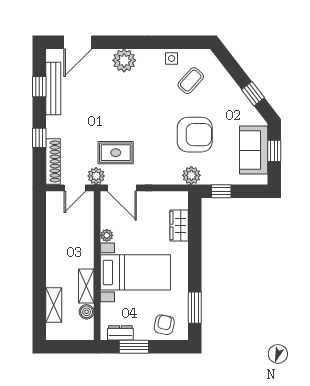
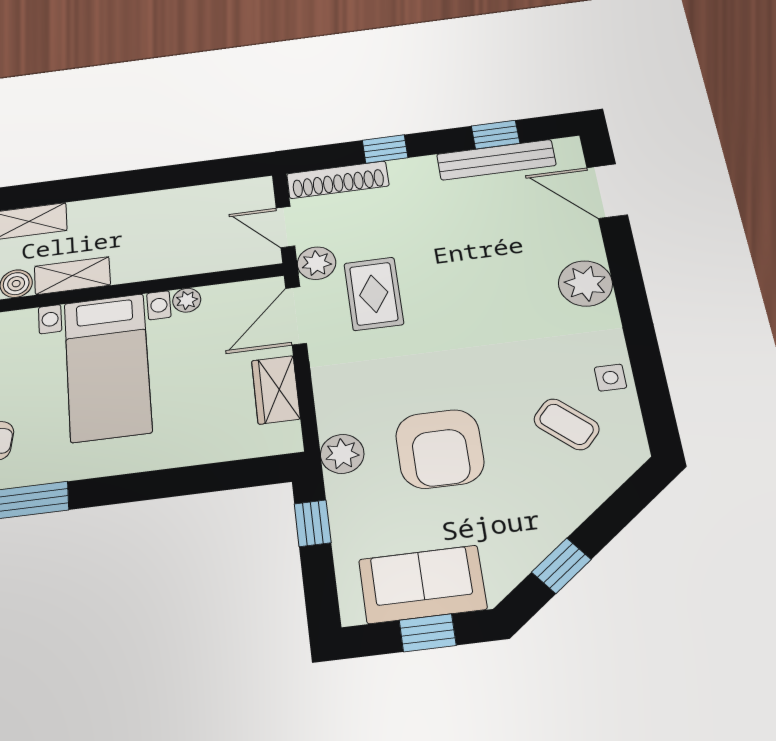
wardrobe: (179, 226) -> (276, 390), moved, turned -90

